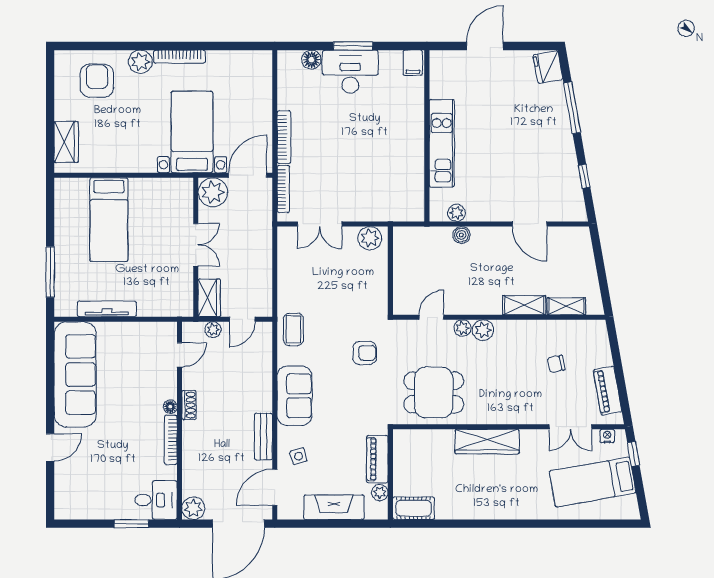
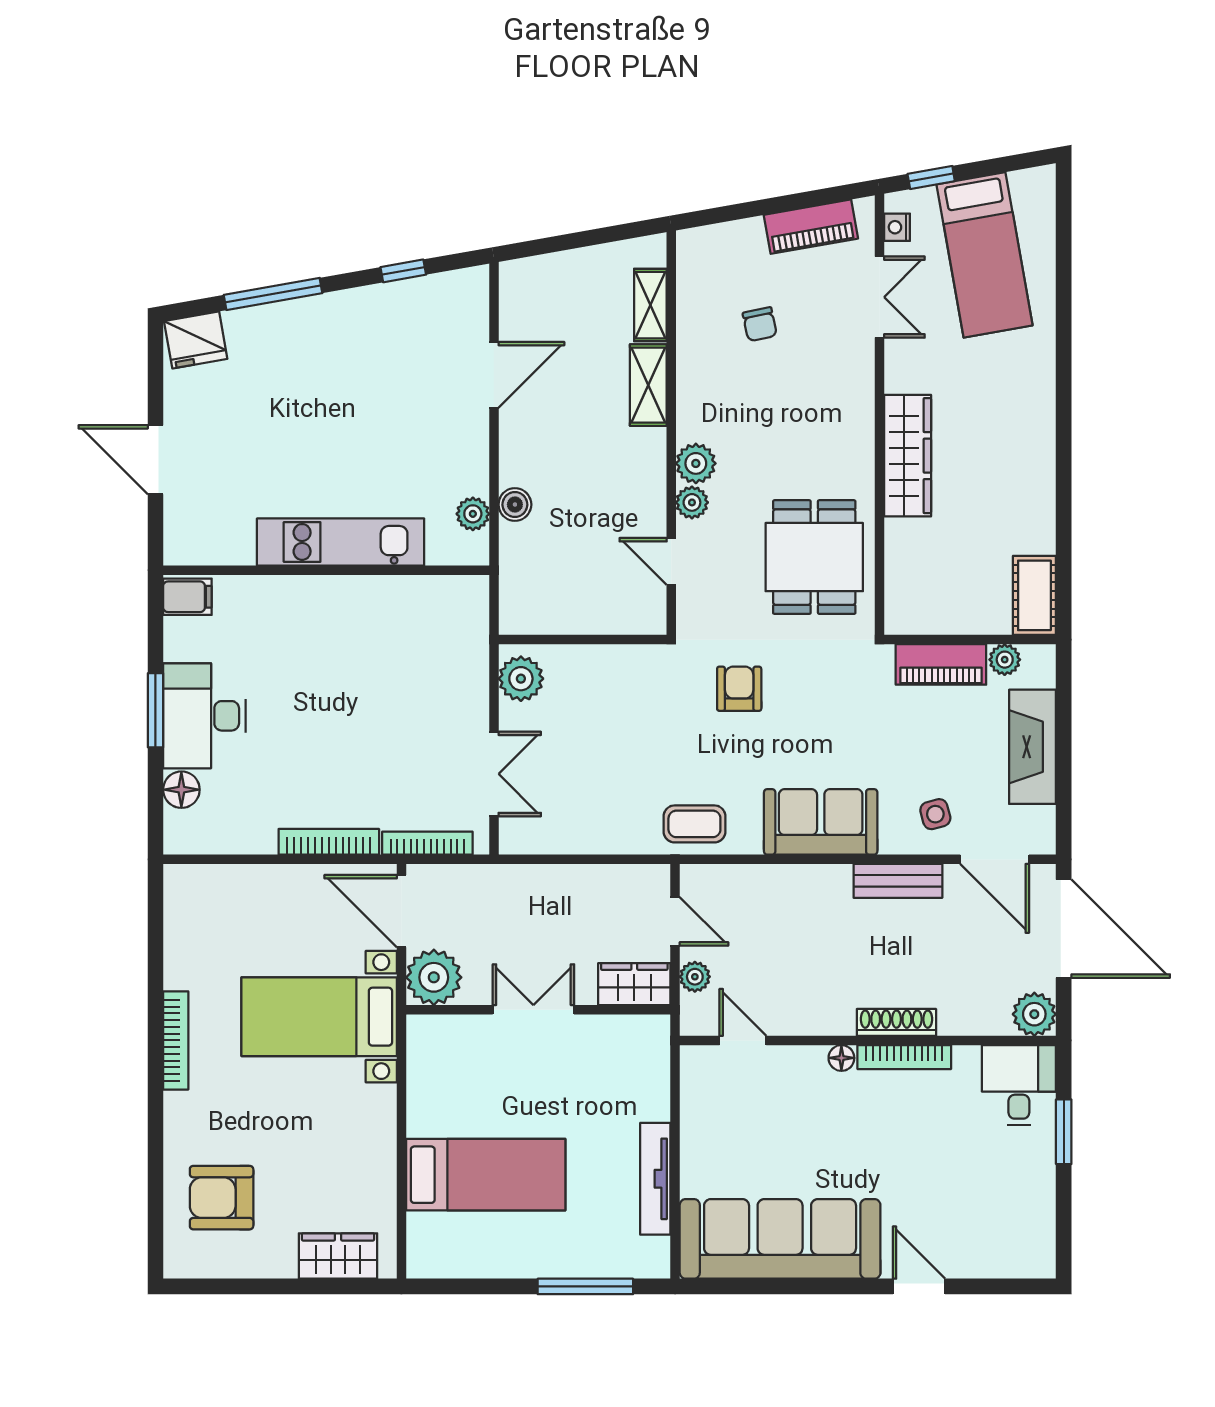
plant: (140, 62) -> (185, 1115), removed
shoe rack: (189, 405) -> (896, 1022), moved, width x1.43

